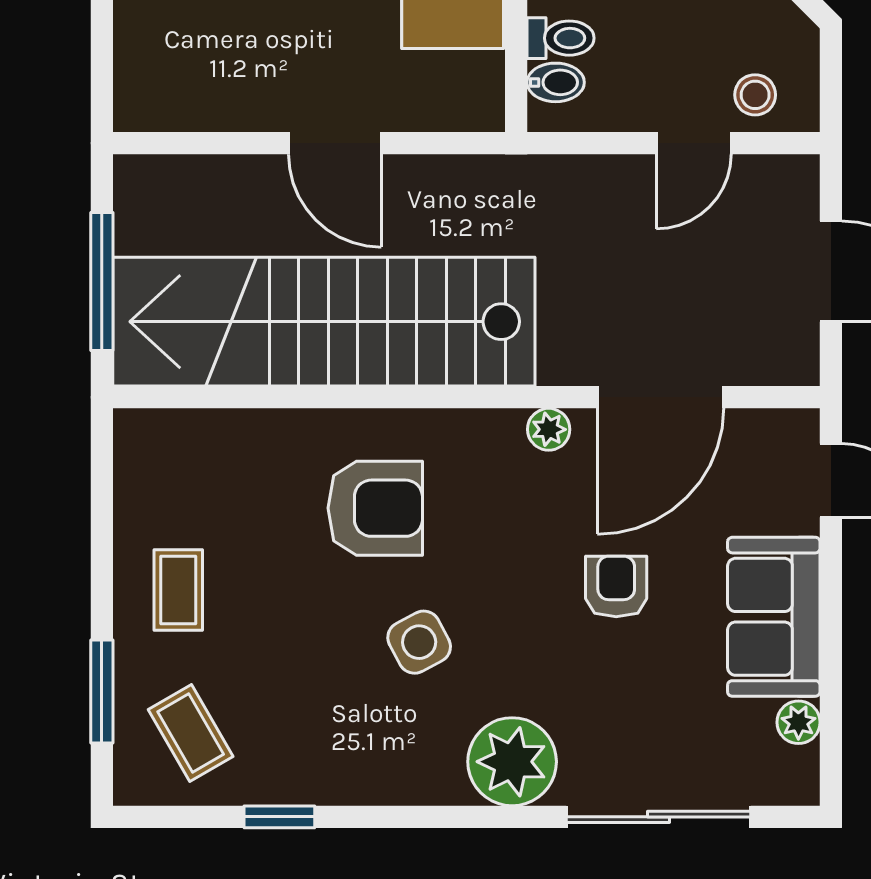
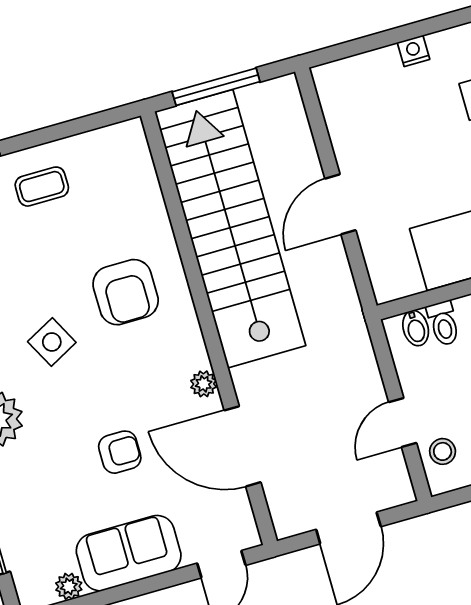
door: (694, 143) -> (403, 422), hinge flipped

